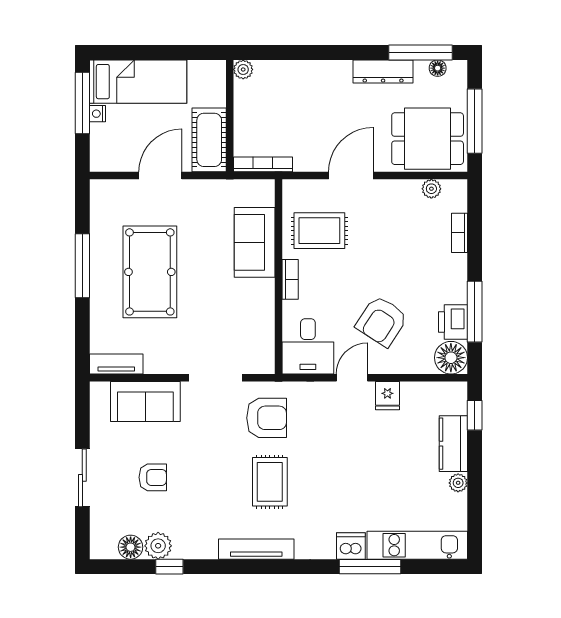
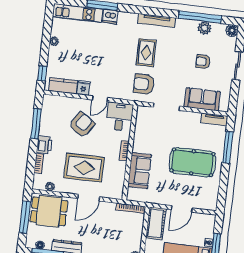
rug: (319, 231) -> (84, 168), moved, width x1.36, depth x1.43
window: (82, 266) -> (228, 147), moved
pool table: (150, 272) -> (192, 162), turned 90
printer: (453, 322) -> (44, 145), moved
floor lamp: (451, 358) -> (50, 103), removed
kitchen counter: (453, 444) -> (63, 86), moved, turned -90
floor lamp: (131, 547) -> (232, 31), moved
window: (169, 567) -> (200, 17), width x3.17

